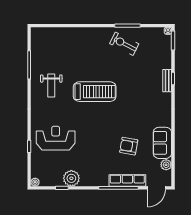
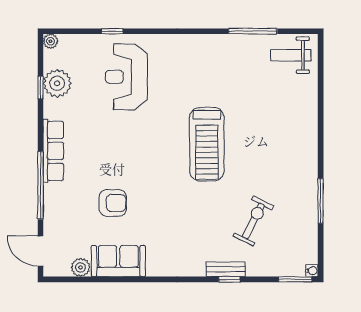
exercise bike: (124, 44) -> (253, 221), moved
weight bench: (51, 86) -> (291, 55), moved
reception desk: (56, 138) -> (126, 77), turned 180
armchair: (129, 146) -> (113, 203), turned 80
plant: (71, 178) -> (57, 83), moved
row of seats: (127, 181) -> (53, 151), moved

